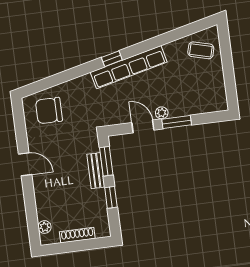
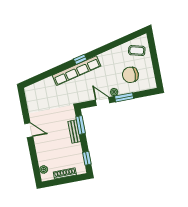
row of seats: (129, 67) -> (77, 71), moved
chair: (49, 111) -> (130, 75), moved
window: (111, 197) -> (87, 158), moved

